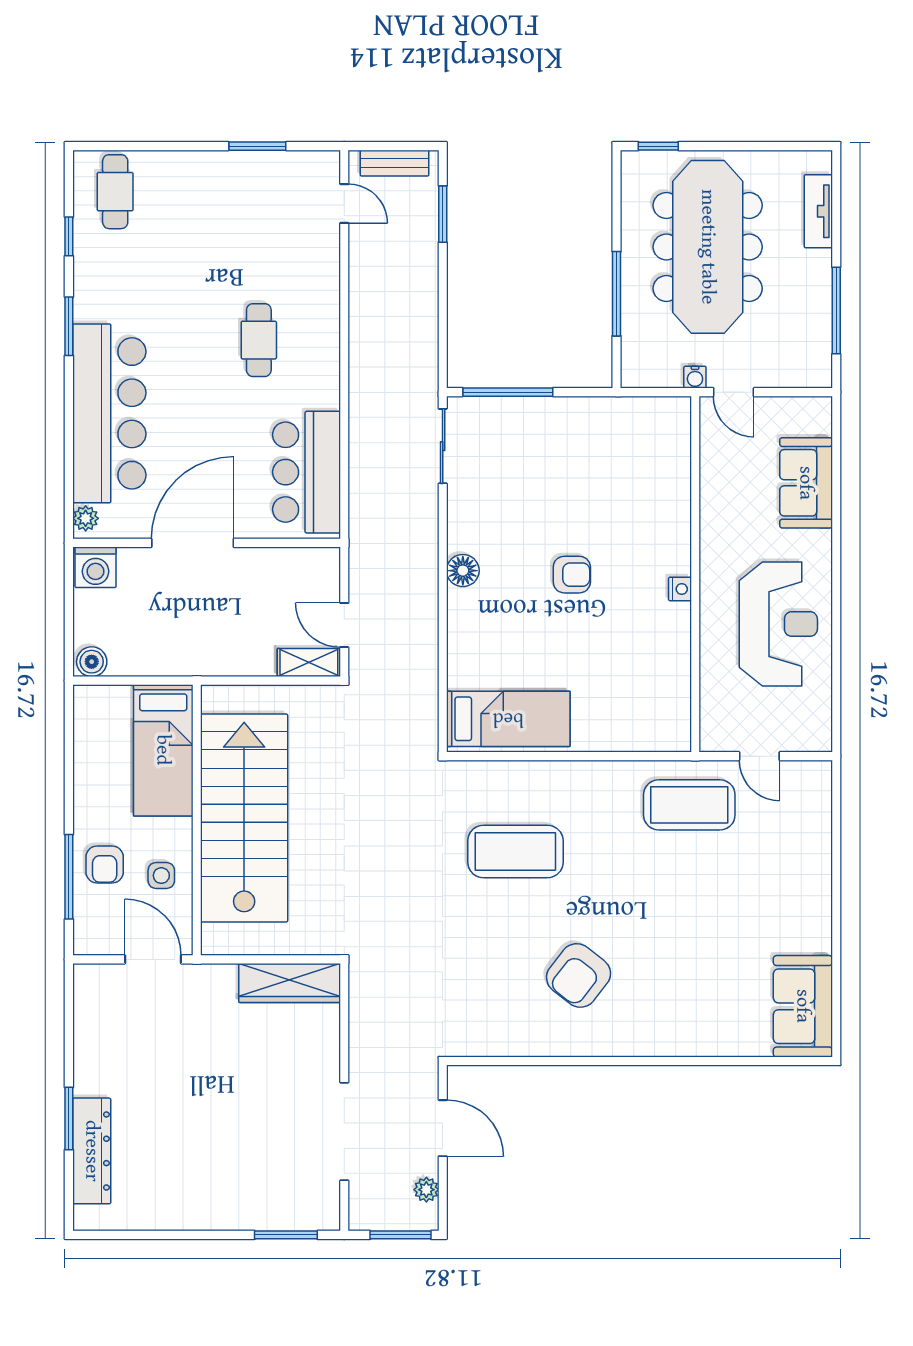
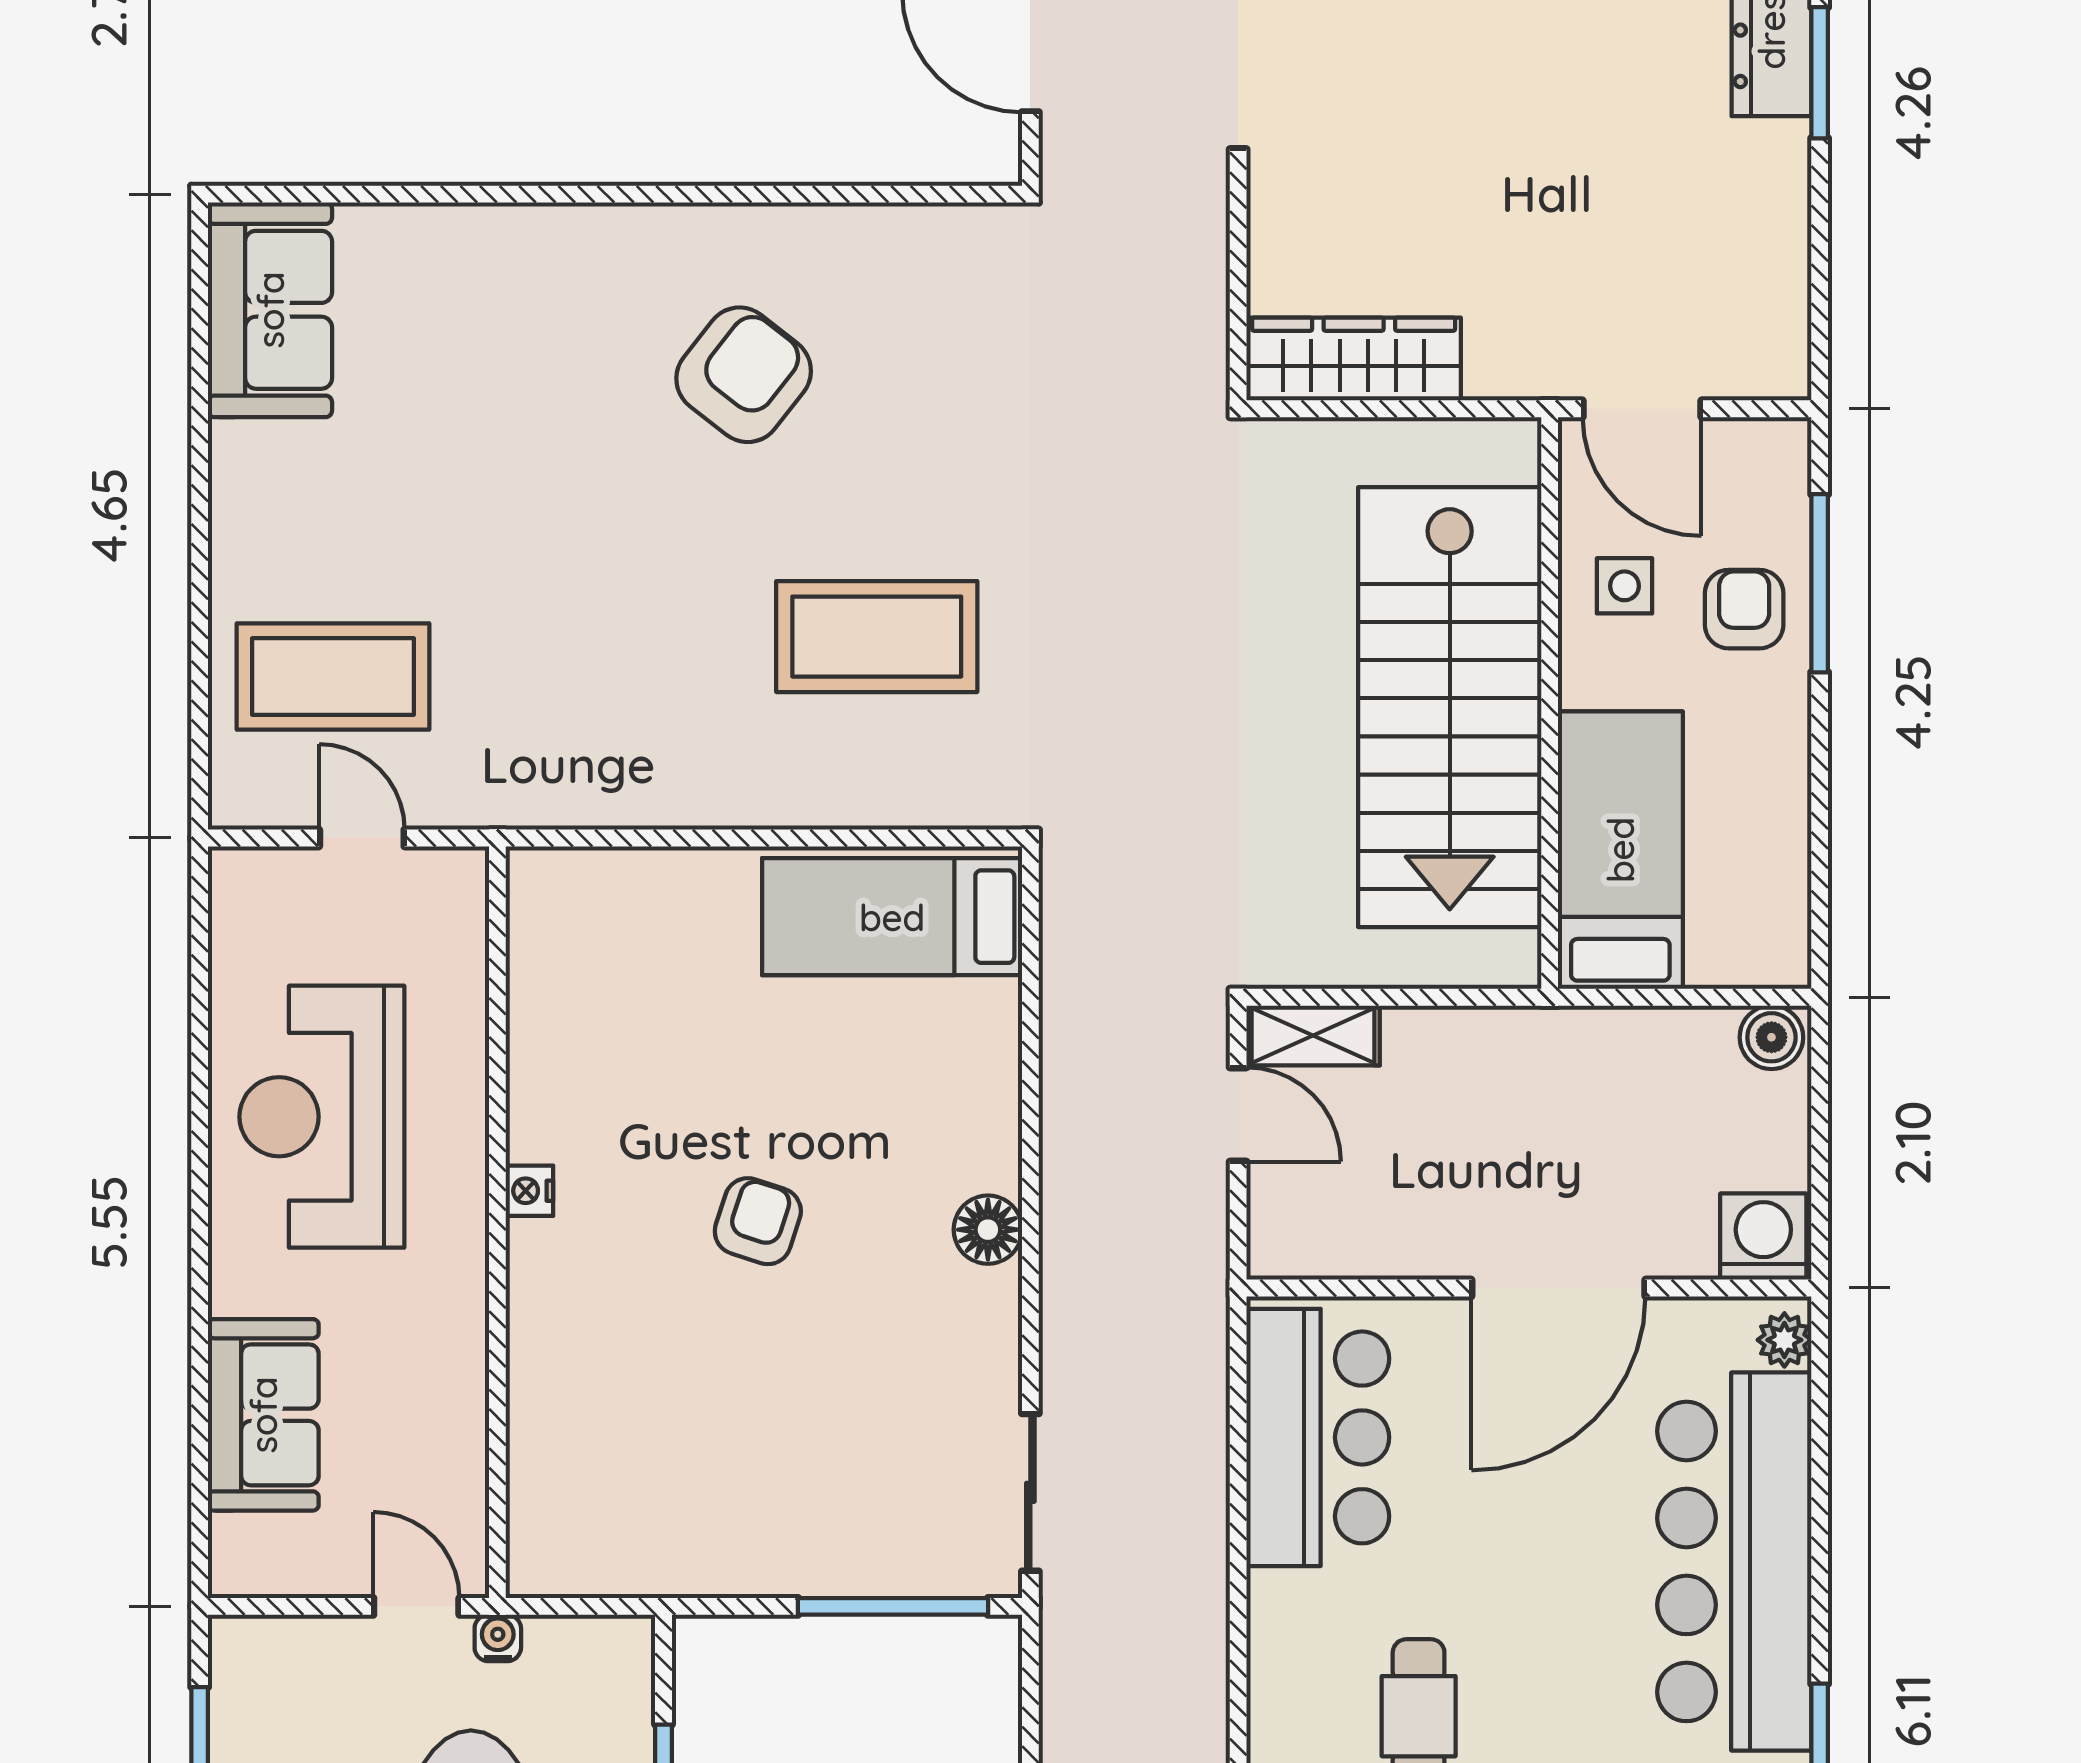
armchair: (572, 575) -> (758, 1221), turned 108
coffee table: (689, 805) -> (333, 677), moved

